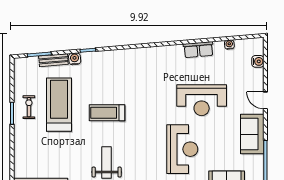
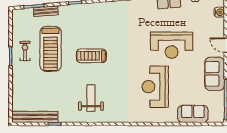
water cooler: (75, 59) -> (64, 10), removed
treadmill: (59, 105) -> (51, 49), turned 180
reception desk: (182, 149) -> (155, 87), turned 180

